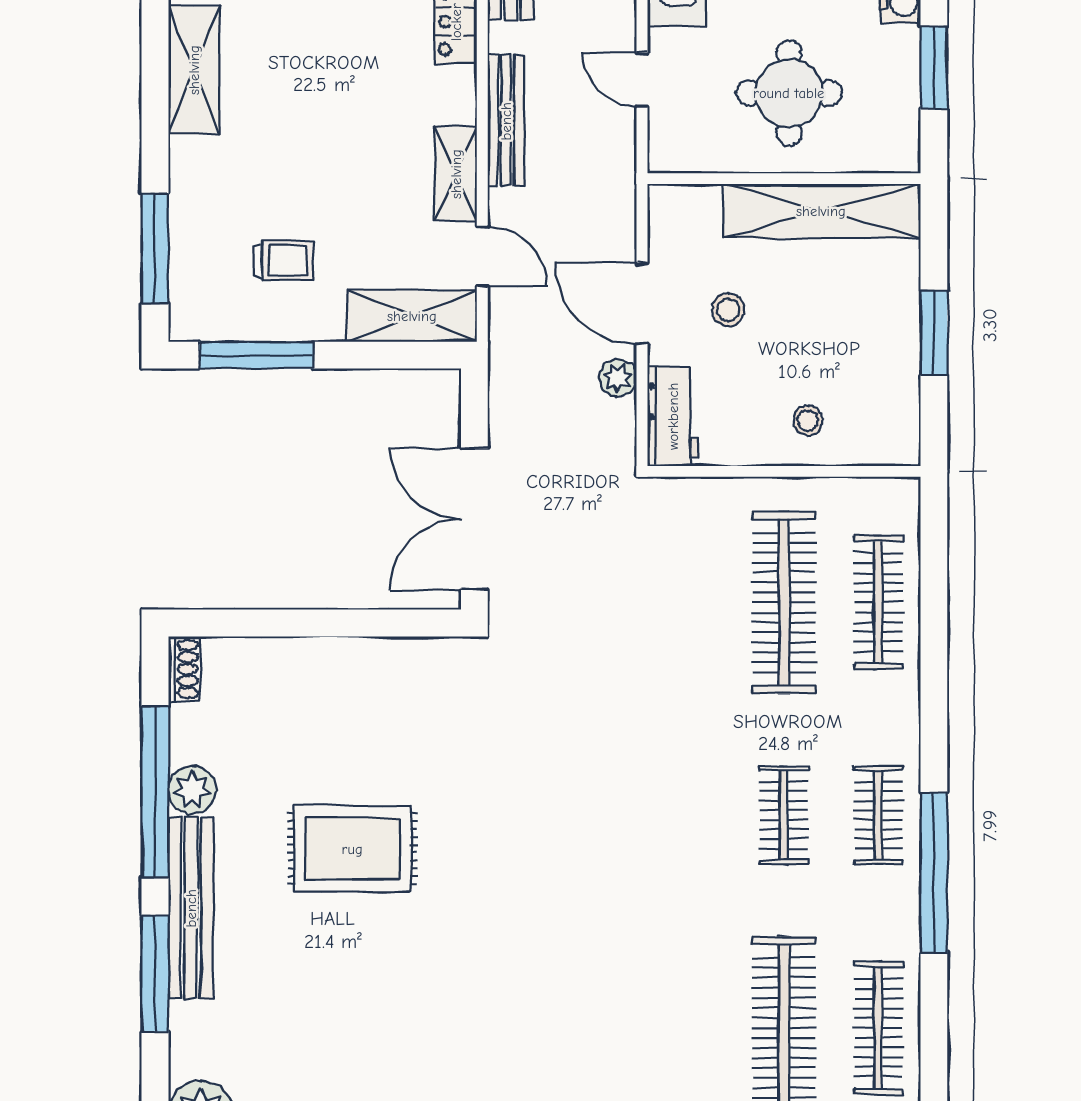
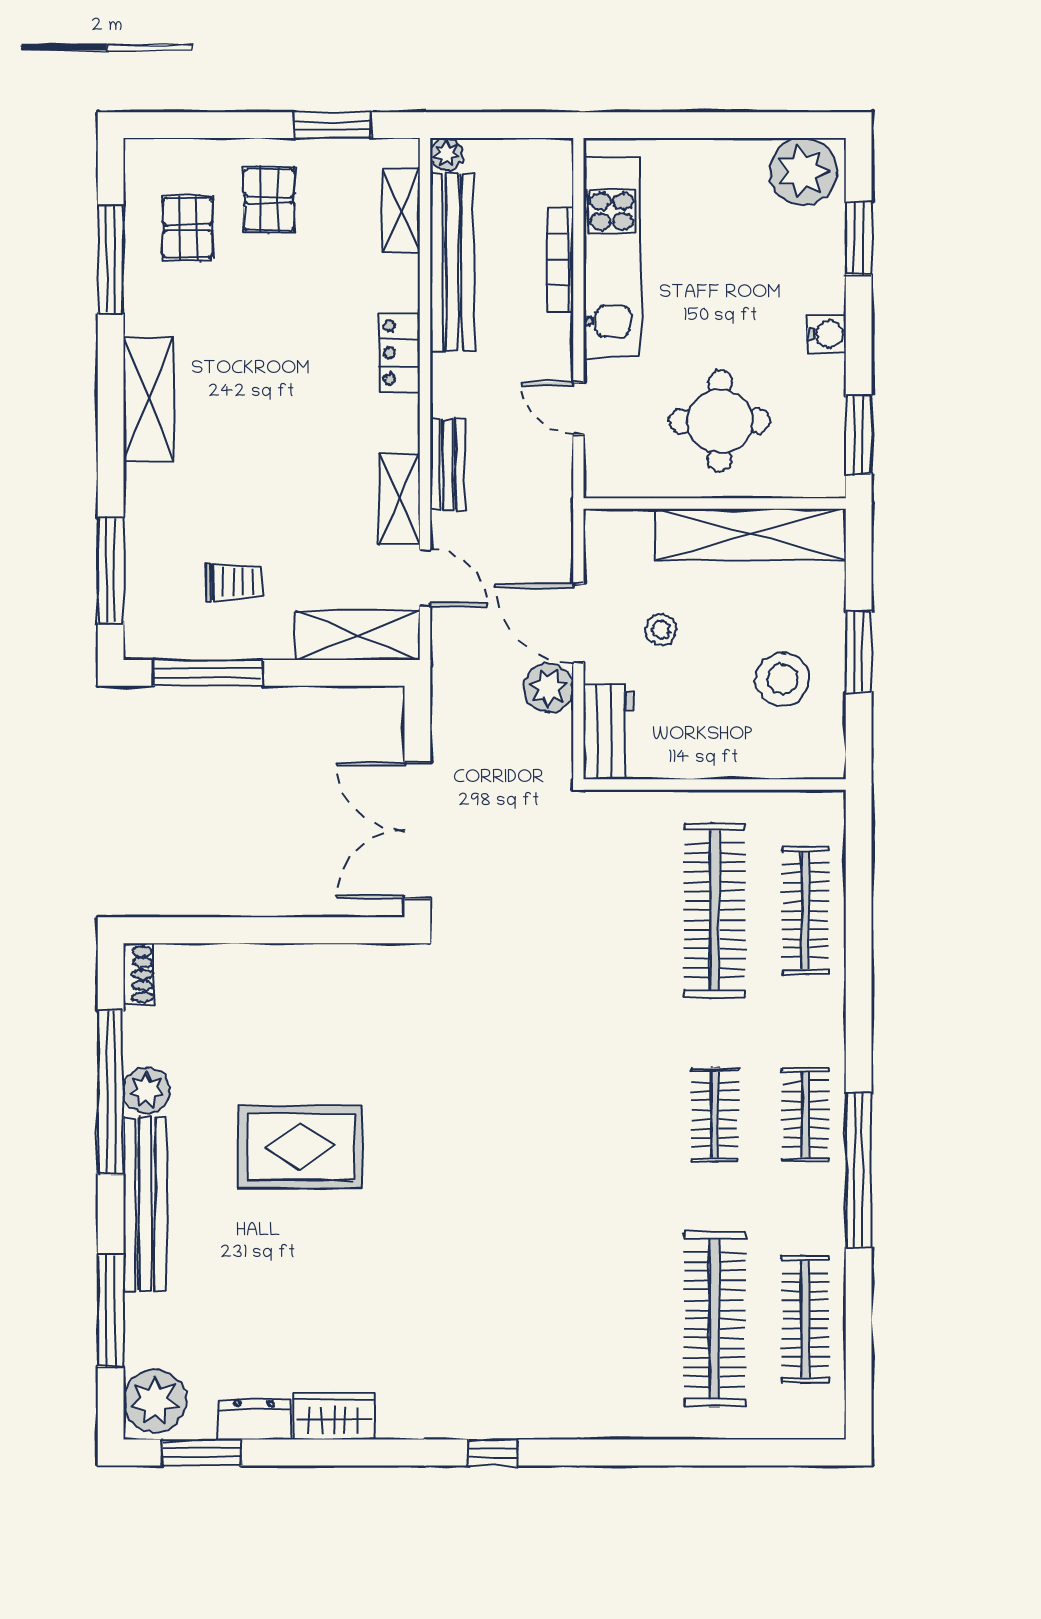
window: (934, 68) -> (859, 435), moved
bench: (506, 121) -> (448, 464), width x0.73
plant: (618, 378) -> (549, 688), width x1.38, depth x1.38
stool: (808, 421) -> (782, 679), moved, width x1.89, depth x1.89
window: (155, 974) -> (111, 1311), moved

